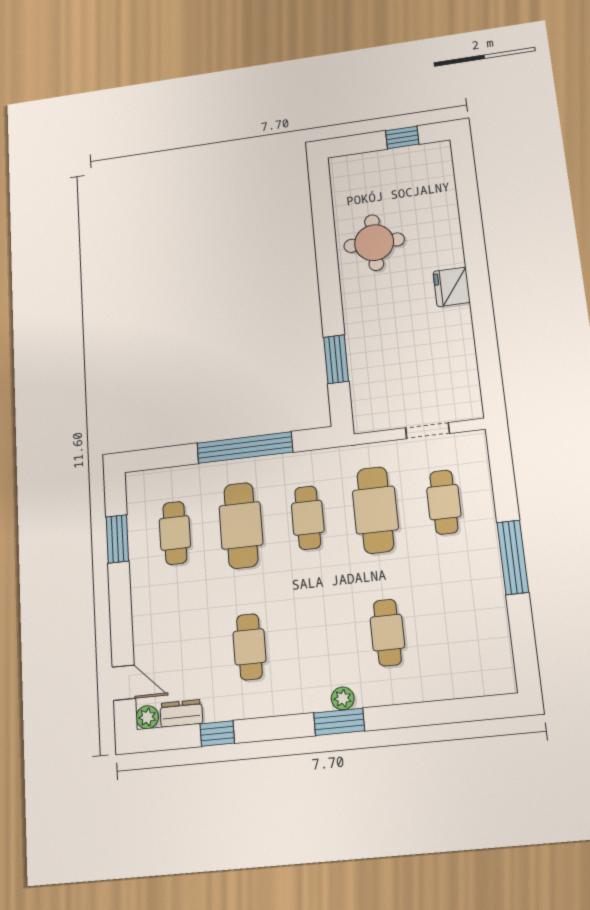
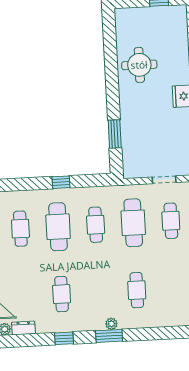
window: (245, 448) -> (61, 182), width x0.32
window: (217, 733) -> (64, 338), moved

